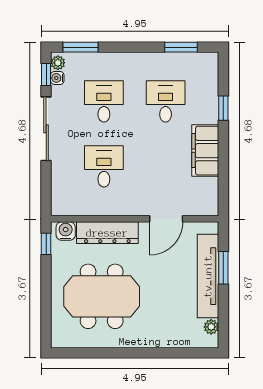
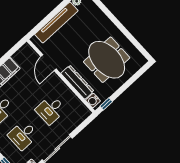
door: (166, 219) -> (48, 63), swing flipped
window: (223, 268) -> (47, 19), removed

